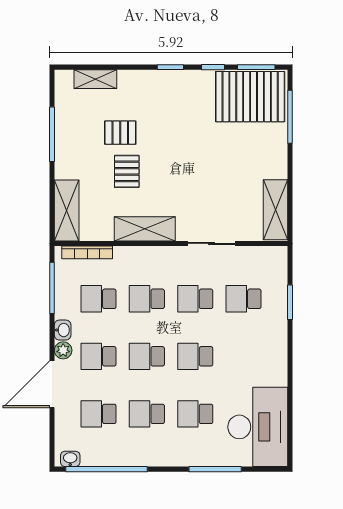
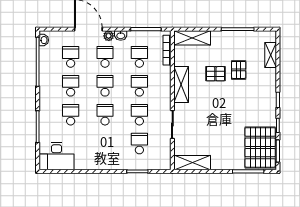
desk: (258, 427) -> (57, 156), width x0.73, depth x0.77

